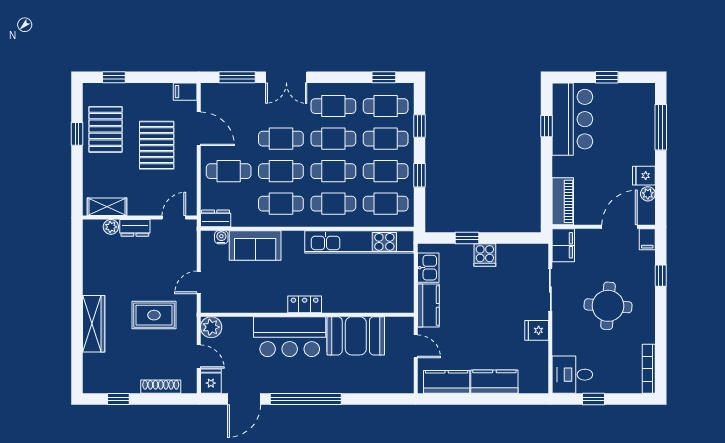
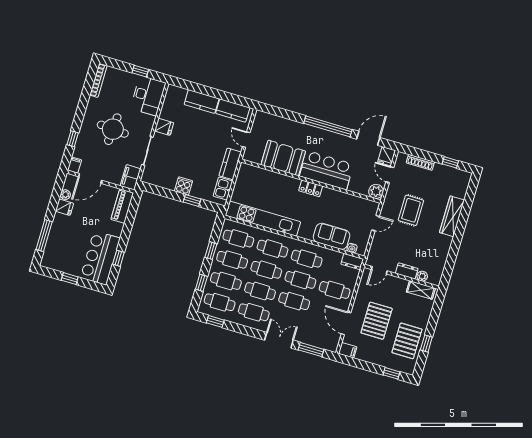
rug: (154, 315) -> (411, 210), turned 90
desk: (572, 375) -> (148, 96), width x1.37

